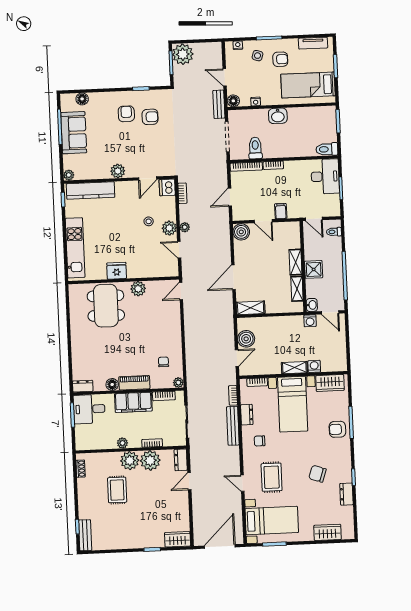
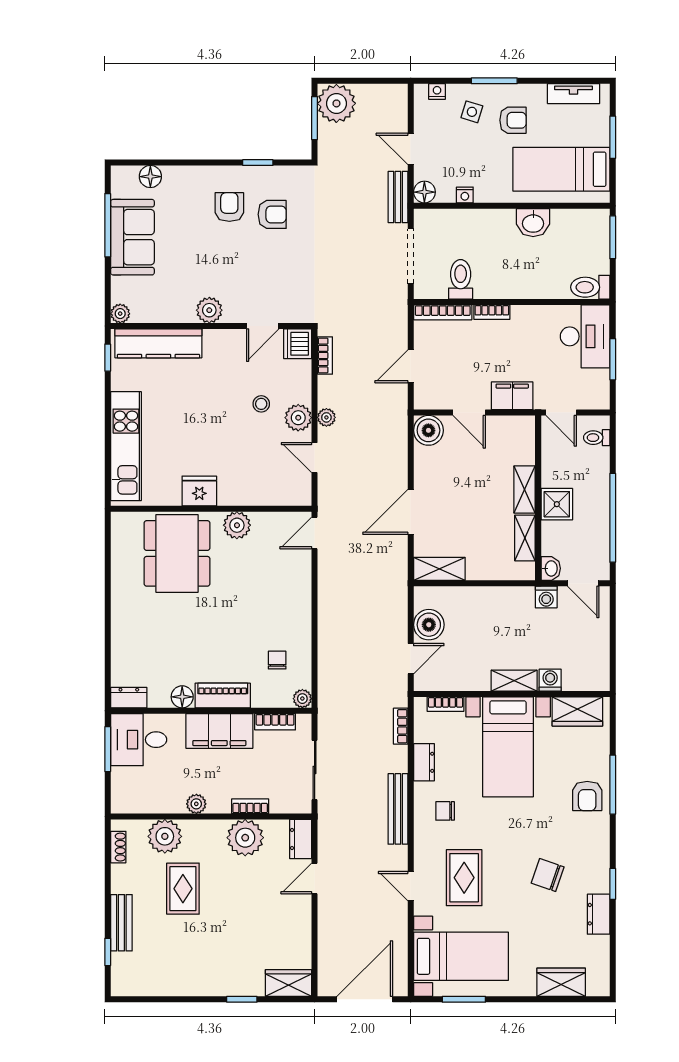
washbasin: (278, 116) -> (533, 223), moved
filing cabinet: (281, 211) -> (512, 396), width x2.00
bench: (233, 426) -> (398, 809), moved
armchair: (337, 429) -> (587, 796), turned -90
plant: (130, 461) -> (165, 836), moved
bench: (85, 535) -> (121, 923), moved

